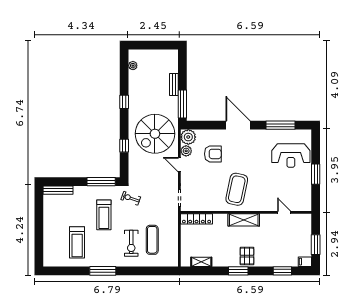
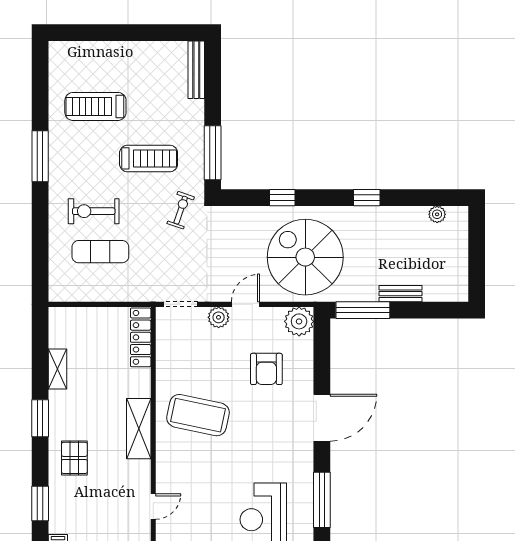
plant: (186, 151) -> (219, 317), moved
treadmill: (104, 215) -> (149, 158), turned 180
pallet: (247, 256) -> (74, 458), moved, turned 90
shelving: (201, 262) -> (58, 369), moved

